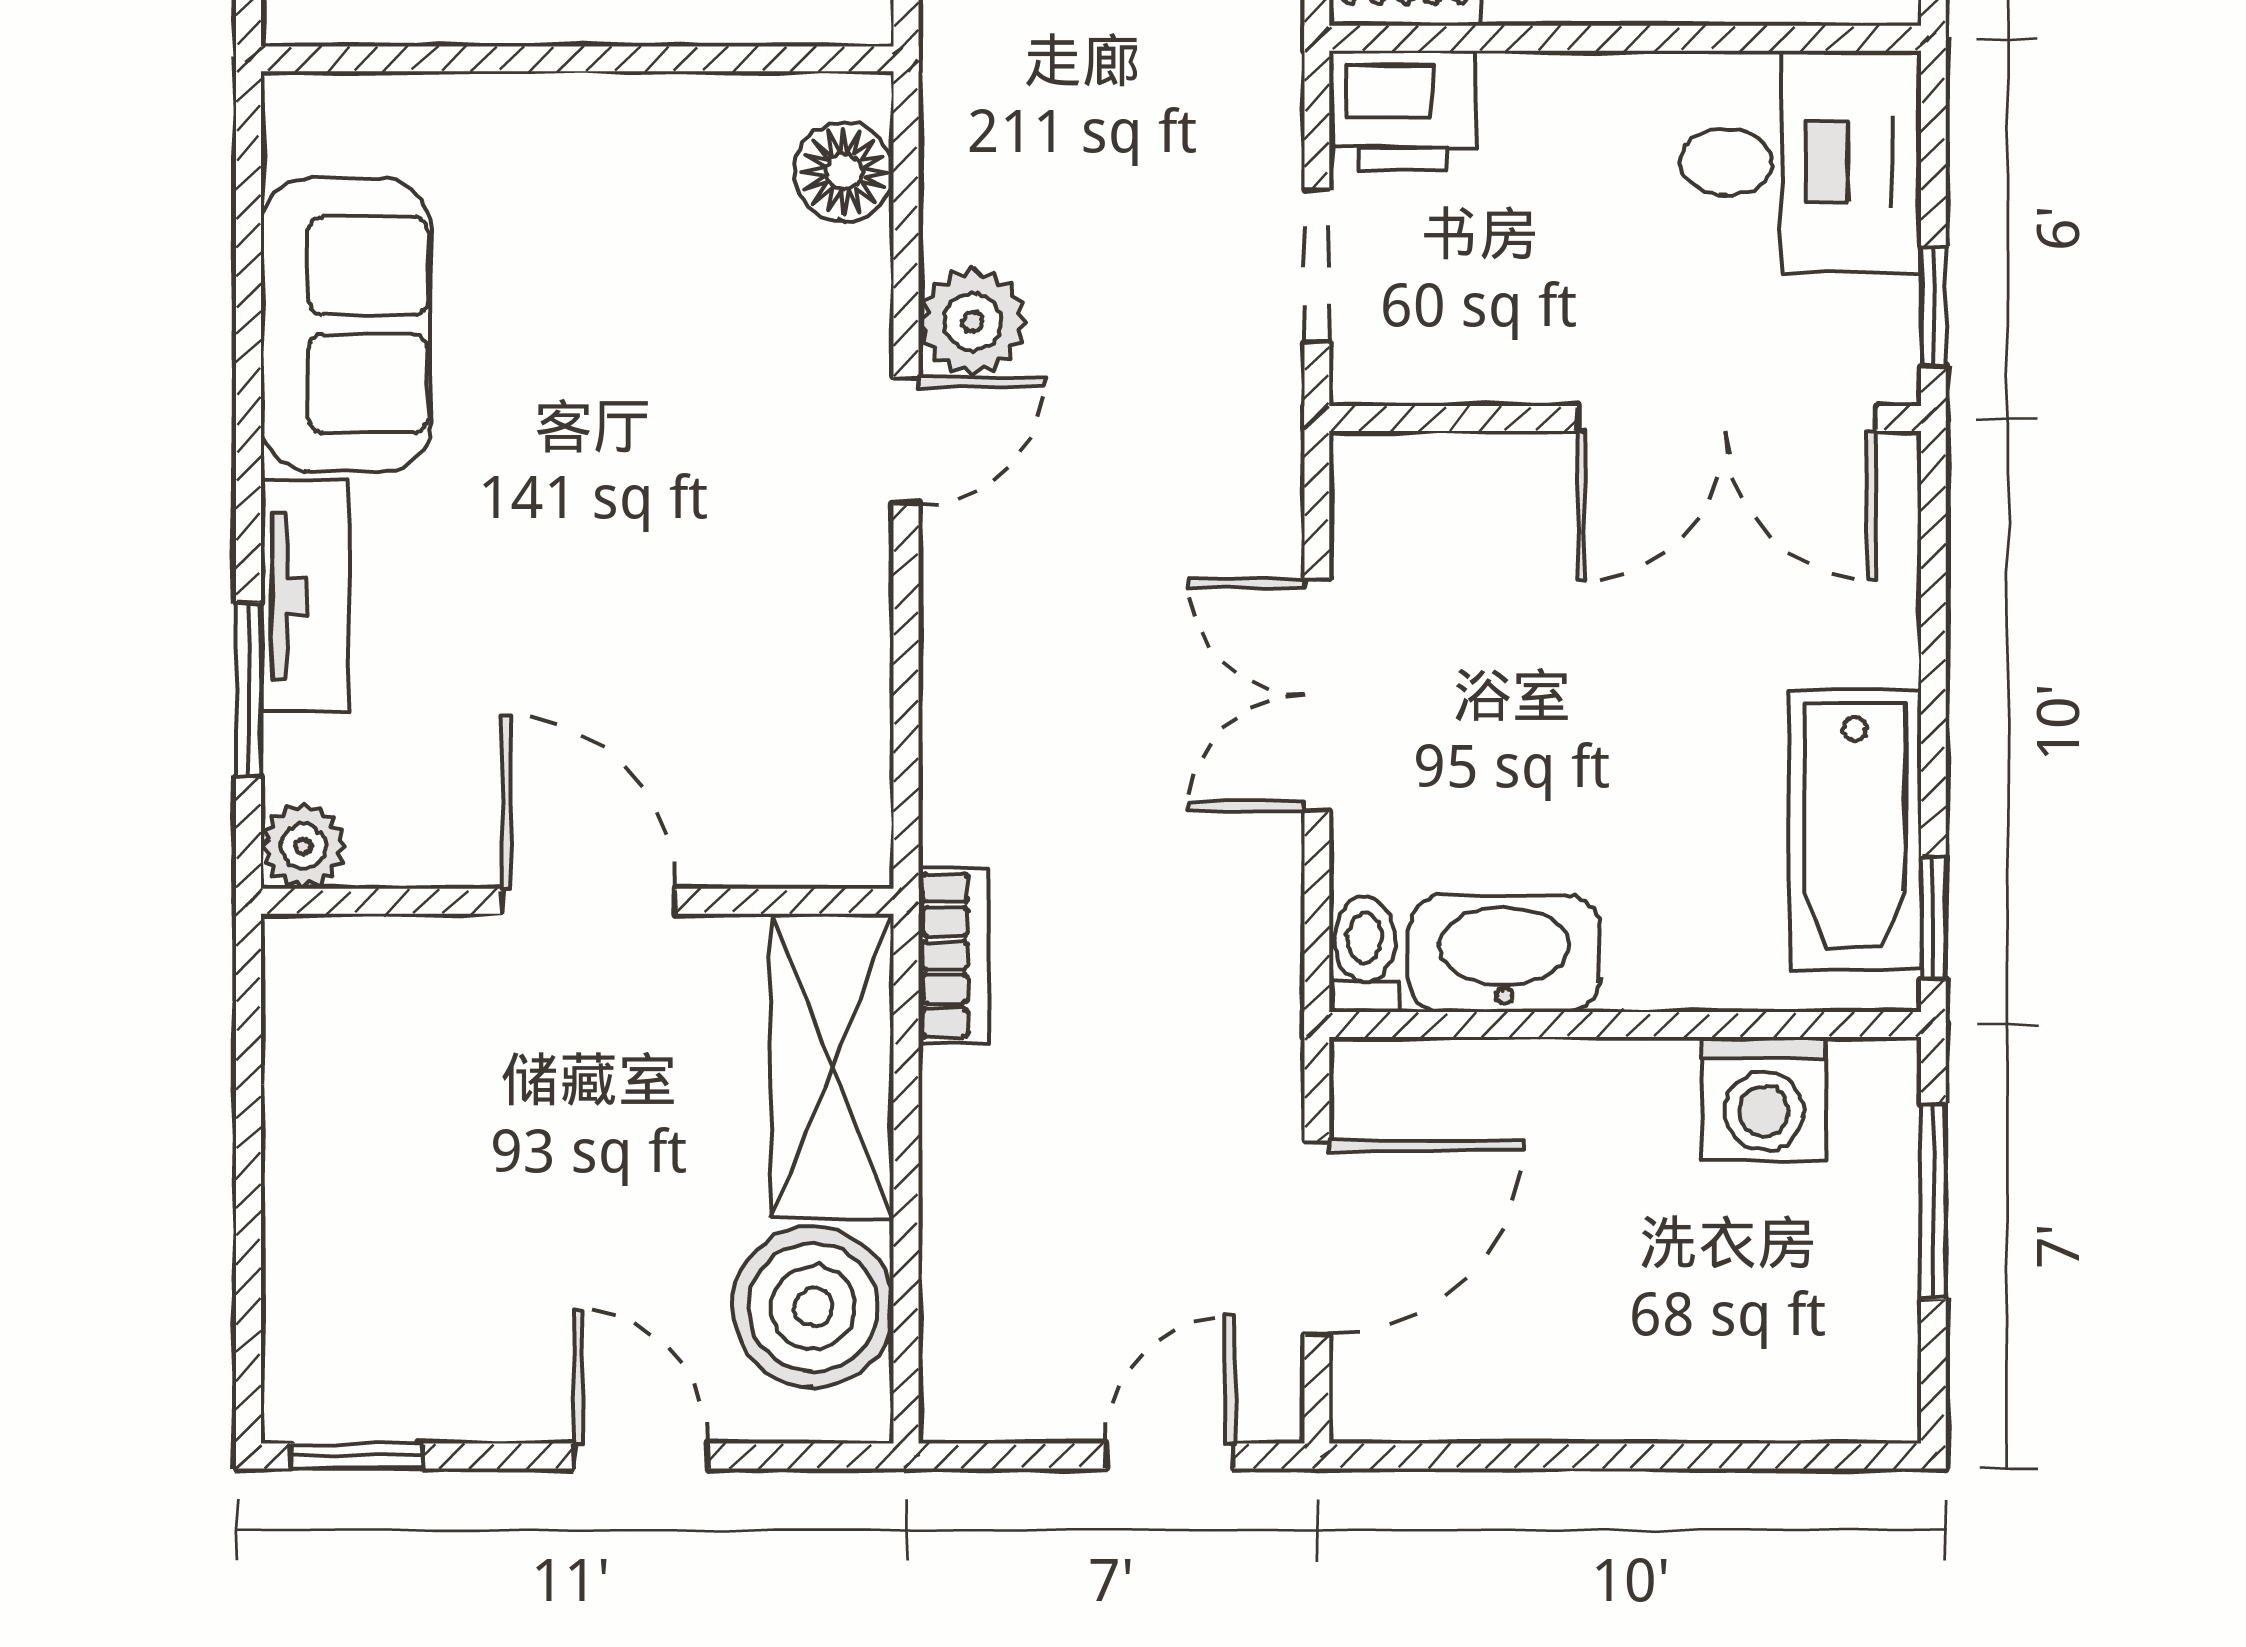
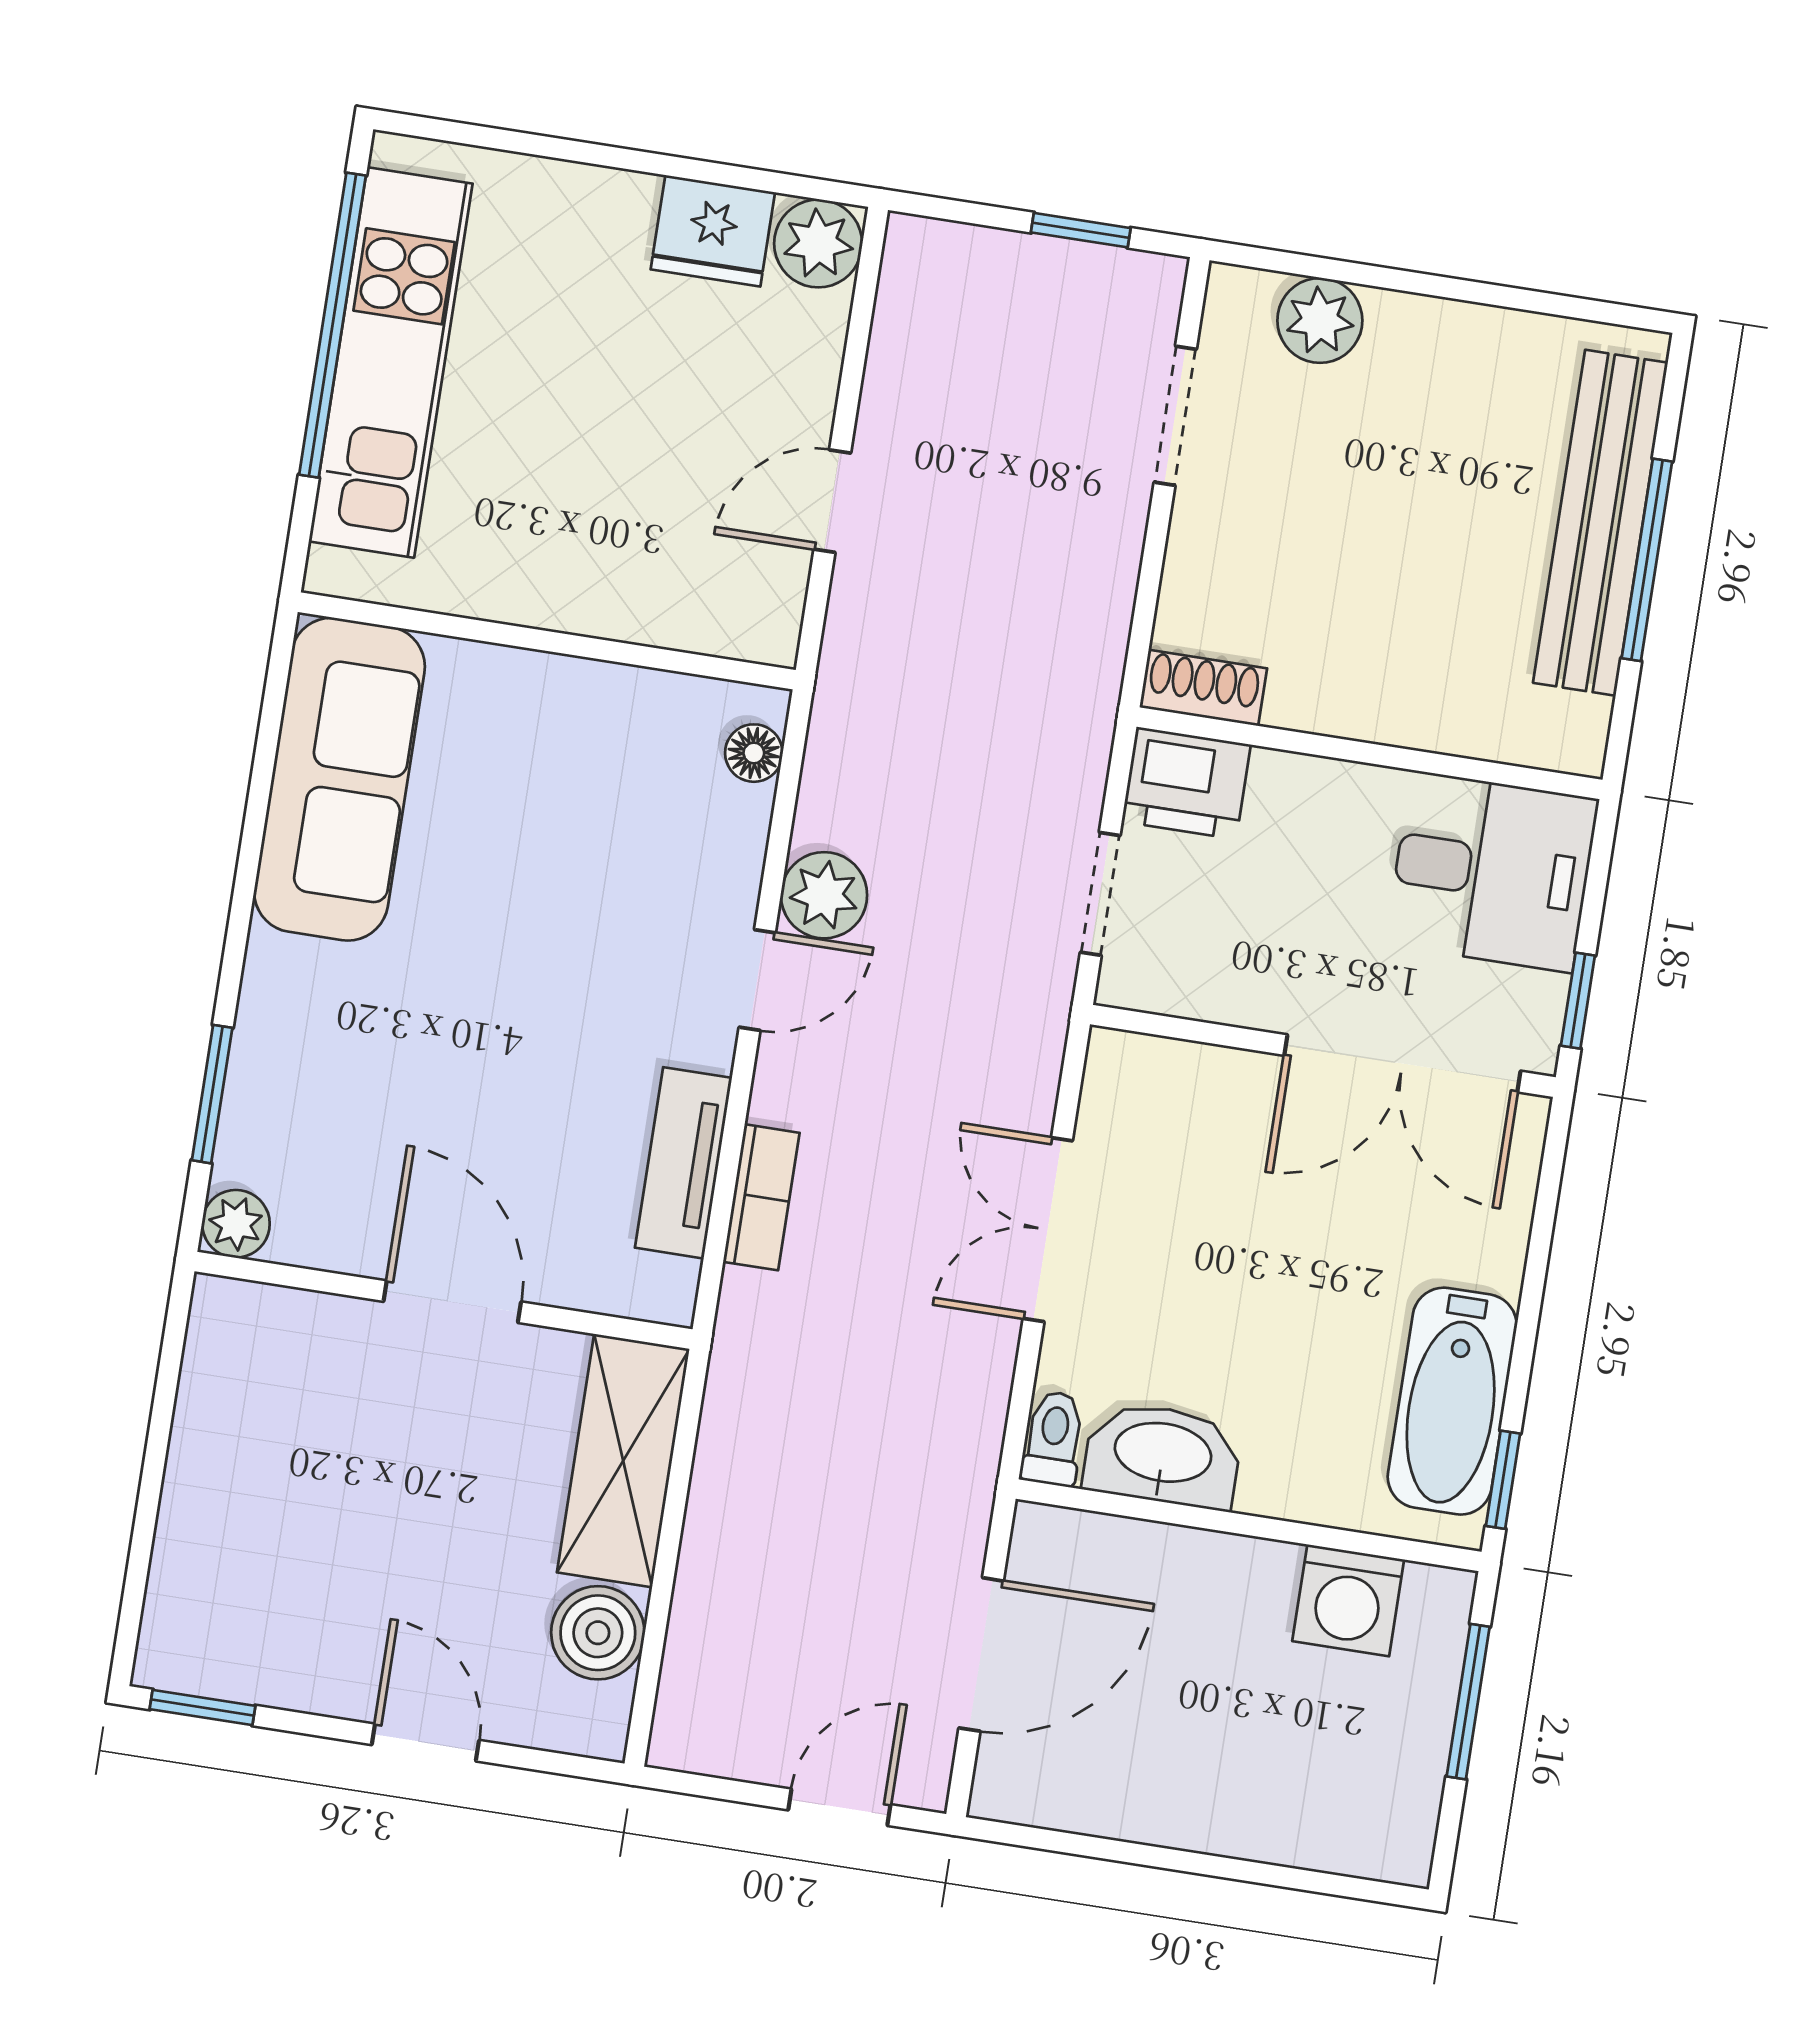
floor lamp: (844, 172) -> (754, 753), width x0.73, depth x0.73
sofa: (346, 325) -> (339, 779), width x1.36
tv unit: (305, 596) -> (683, 1163), moved, turned 180
bookcase: (953, 955) -> (761, 1197), moved
boiler: (813, 1307) -> (598, 1633), width x0.73, depth x0.73

